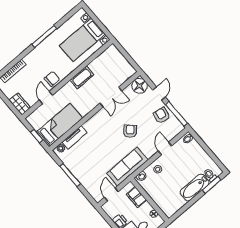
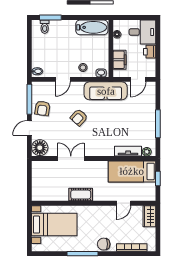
chair: (52, 79) -> (104, 244), moved
bathtub: (195, 187) -> (92, 27), moved

